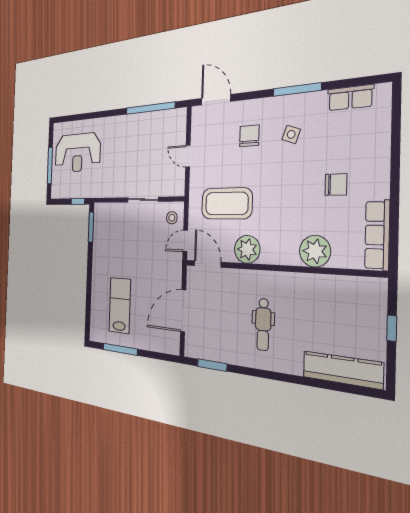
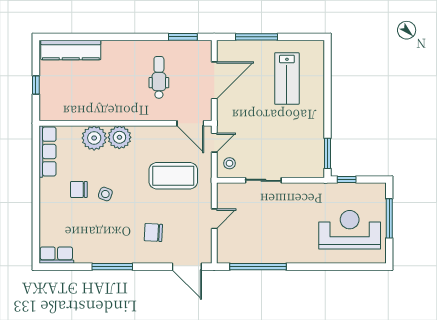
row of seats: (350, 98) -> (56, 255), moved
side table: (291, 134) -> (105, 194), moved
chair: (249, 136) -> (153, 233), turned 93
door: (188, 156) -> (214, 219), hinge flipped
plant: (247, 249) -> (119, 137), moved
dental chair: (263, 324) -> (159, 77), moved
window: (120, 349) -> (257, 37), moved

